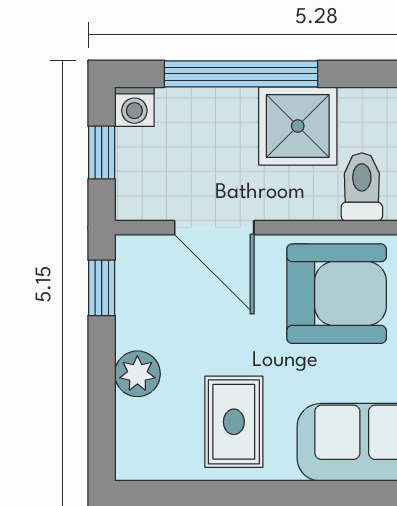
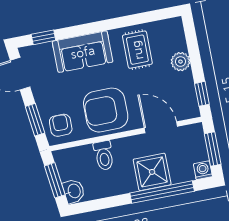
shower: (298, 126) -> (152, 172), moved
window: (102, 153) -> (213, 149), width x1.50

